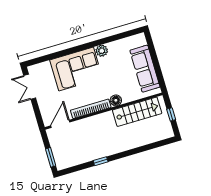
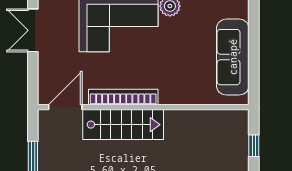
floor lamp: (116, 100) -> (169, 95), removed
stairs: (137, 112) -> (123, 125), moved

